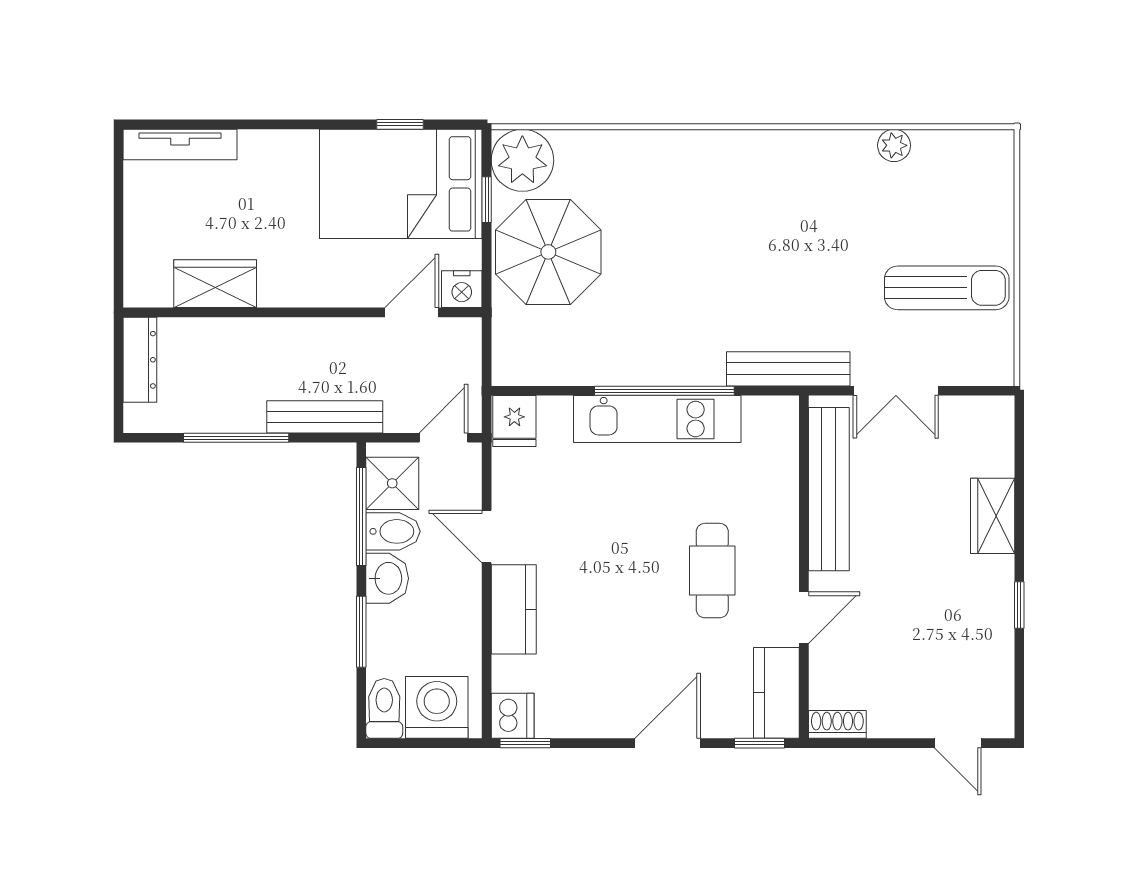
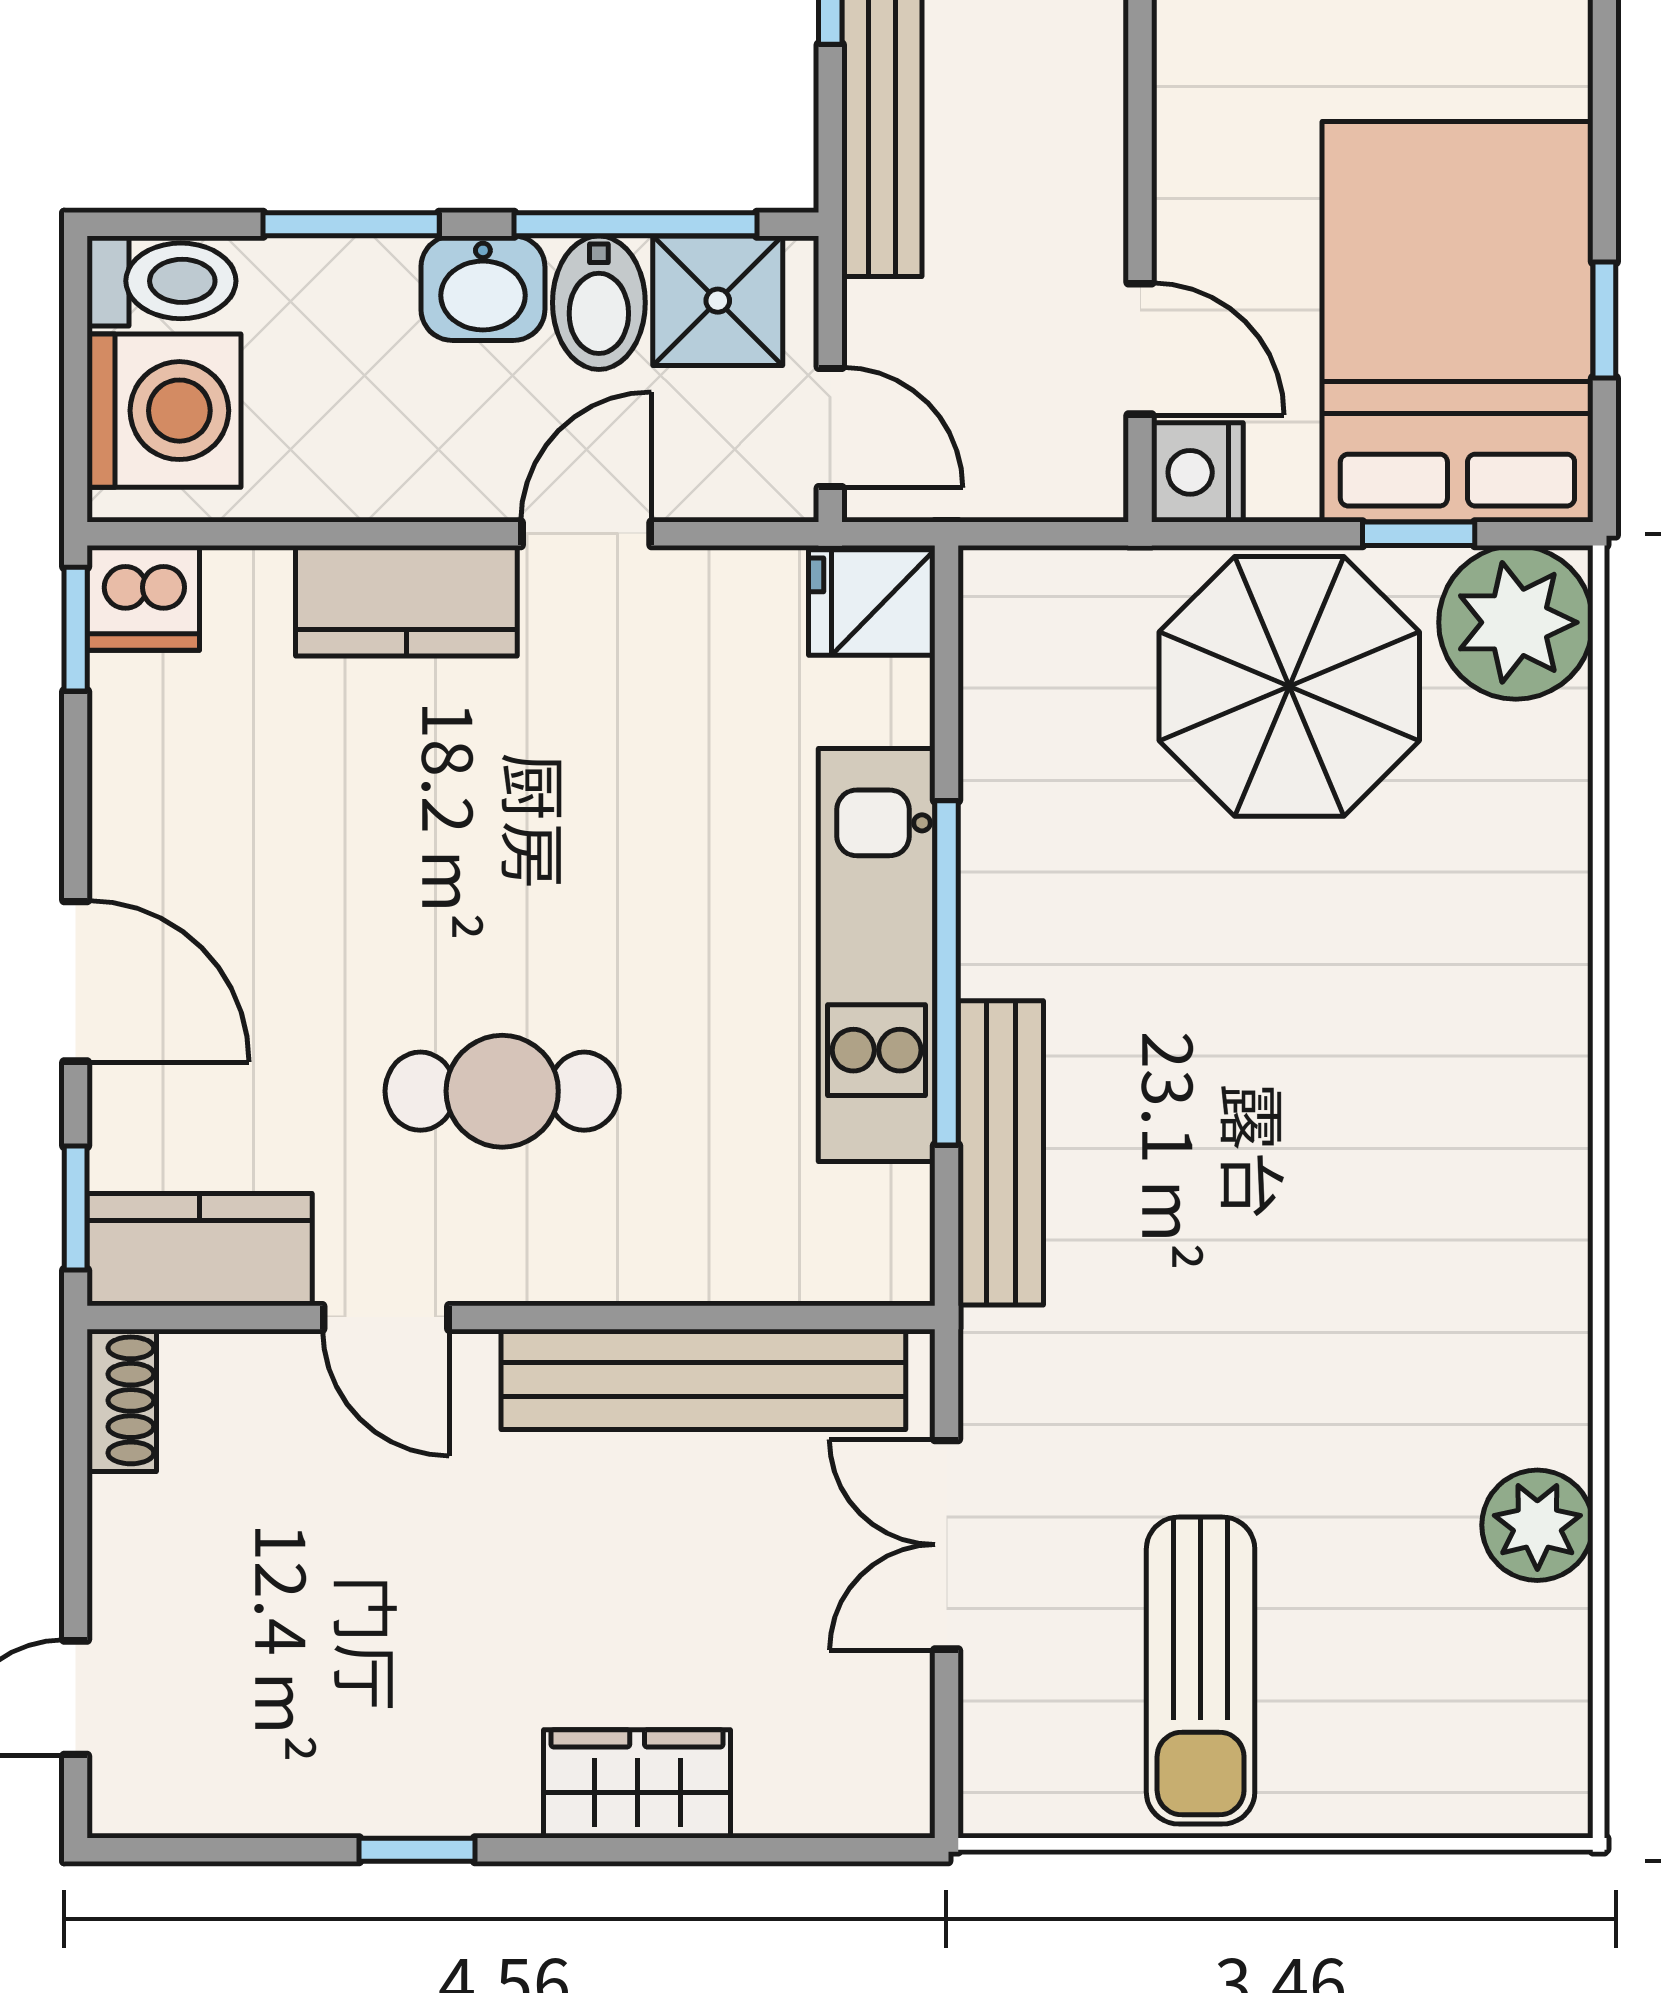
plant: (894, 145) -> (1537, 1525), width x1.38, depth x1.38
bench: (788, 369) -> (1001, 1153), moved

